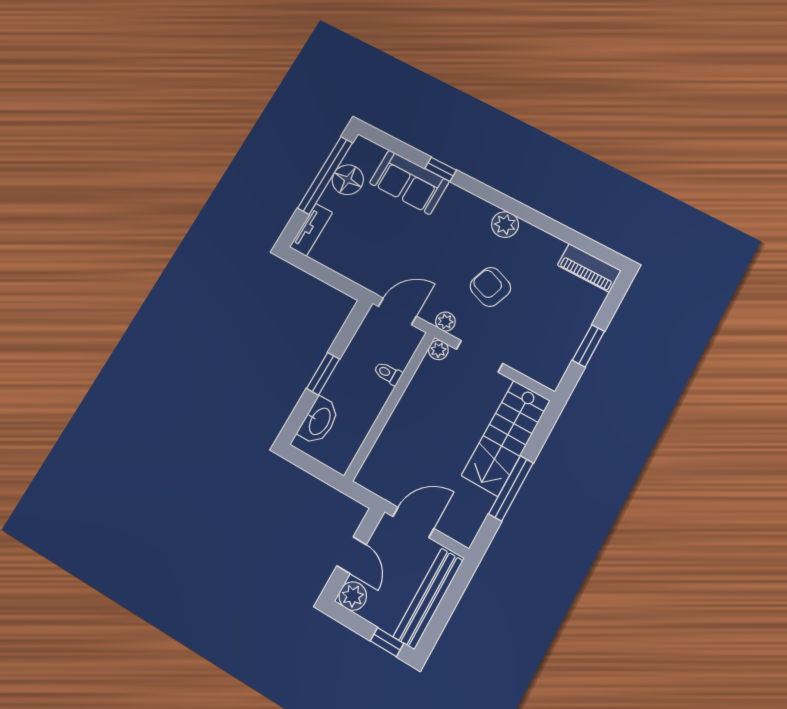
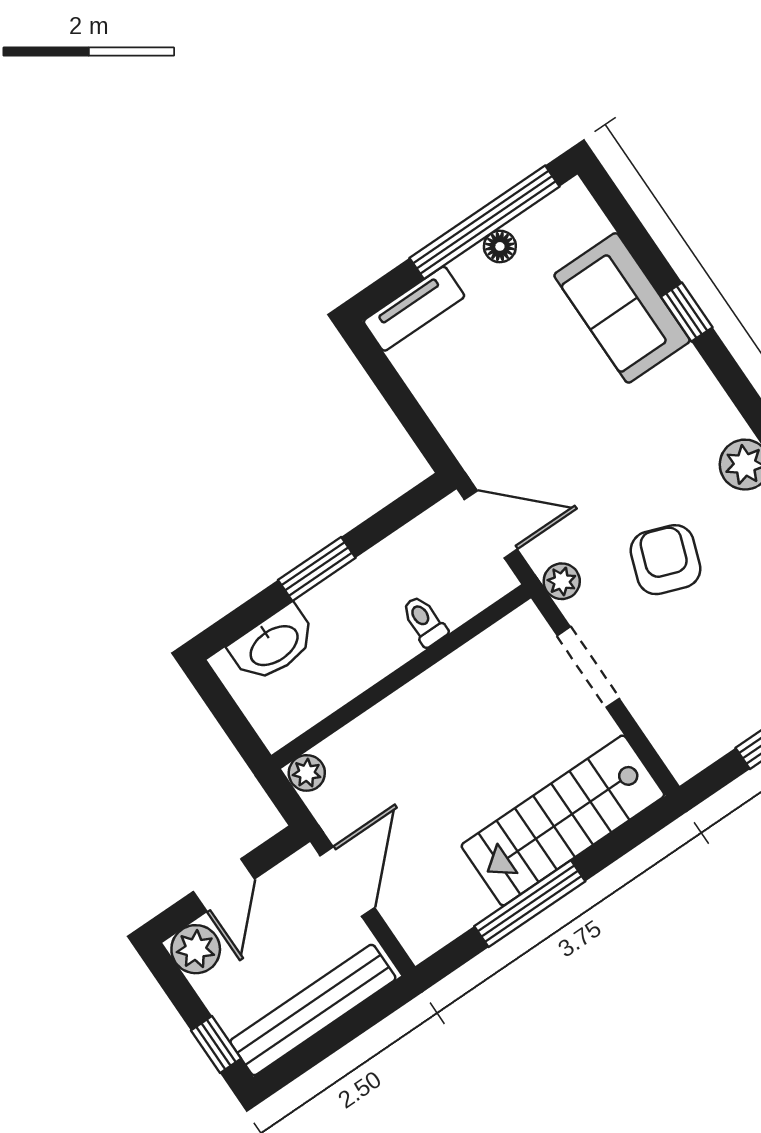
floor lamp: (348, 180) -> (500, 246), width x0.53, depth x0.53
plant: (438, 350) -> (307, 773), moved
door: (413, 522) -> (347, 882), hinge flipped

